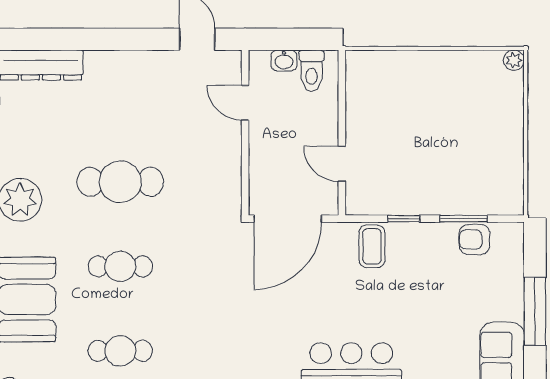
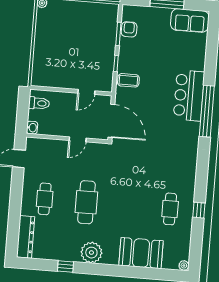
washbasin: (284, 60) -> (32, 128), moved
door: (245, 103) -> (78, 139), moved
armchair: (474, 239) -> (129, 29), turned 180
cafe table: (120, 266) -> (45, 199), moved

